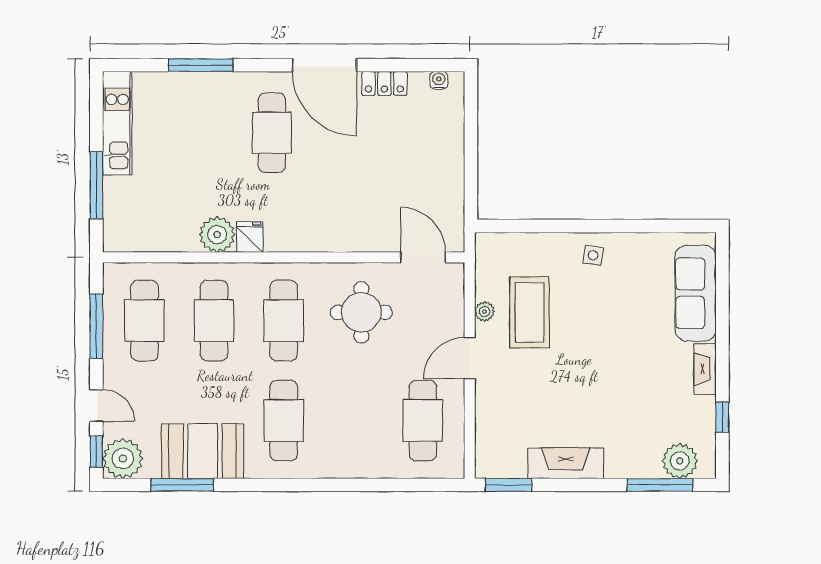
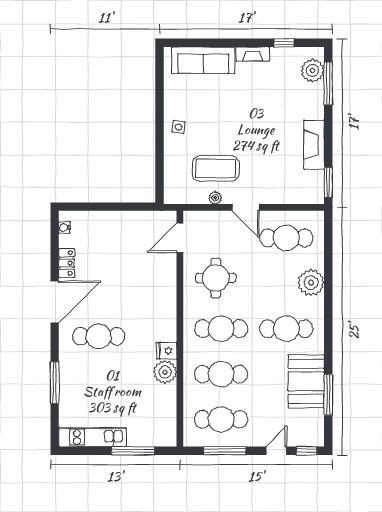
plant: (123, 459) -> (311, 283), moved

